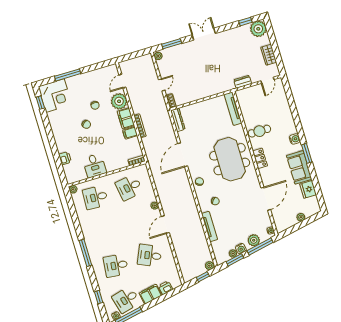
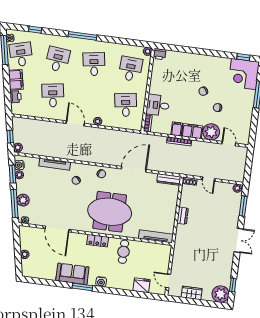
dresser: (243, 82) -> (183, 216), moved
door: (183, 155) -> (134, 169), hinge flipped
printer: (65, 158) -> (159, 54), moved
desk: (95, 166) -> (158, 105), moved
fridge: (308, 189) -> (142, 285), moved
desk: (106, 232) -> (94, 64), added
water cooler: (241, 249) -> (19, 165), moved
desk: (150, 255) -> (53, 95), turned -33

